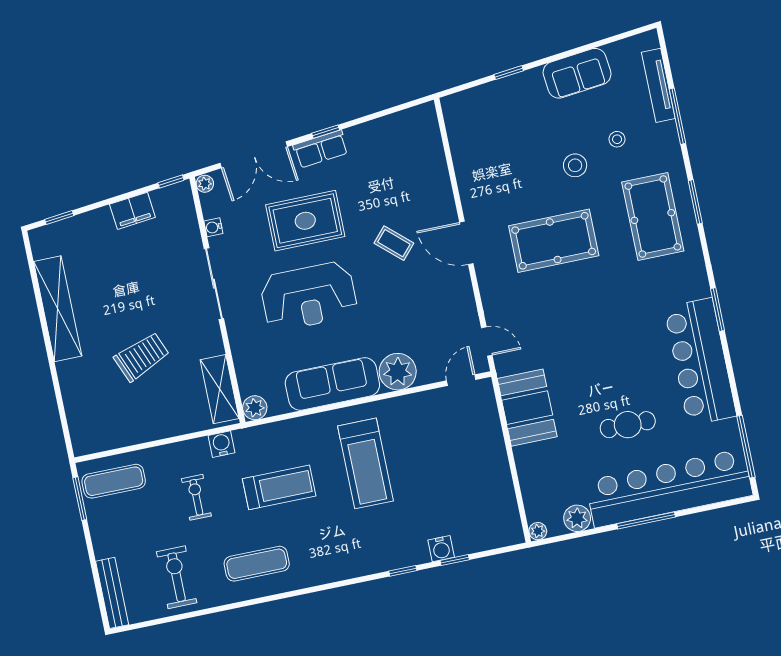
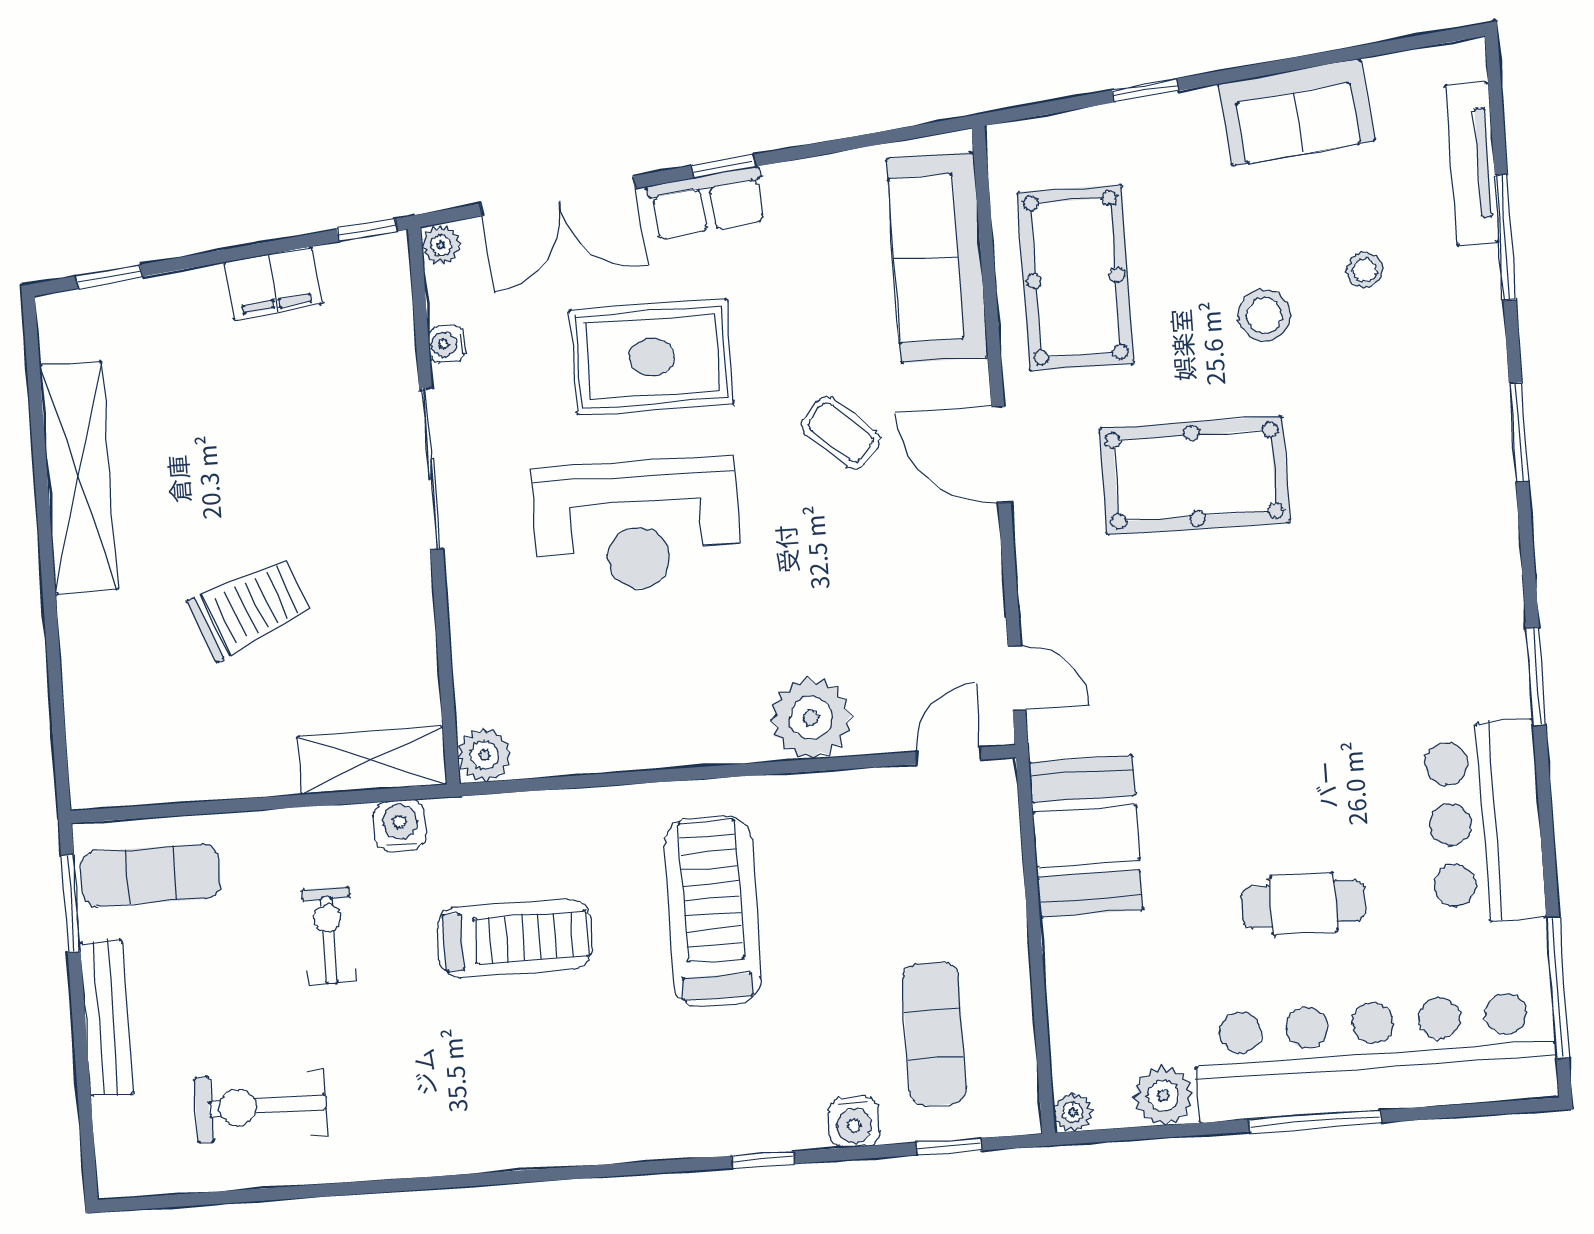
pool table: (653, 217) -> (1076, 278), moved
bar counter: (700, 362) -> (1485, 822), width x0.73
sofa: (332, 384) -> (937, 258), moved, turned -90
shelving: (220, 389) -> (372, 761), moved, turned 90
treadmill: (366, 463) -> (712, 911), turned 180
window: (455, 560) -> (949, 1147), moved
exercise mat: (257, 564) -> (934, 1034), moved, turned 90
exercise bike: (177, 577) -> (261, 1106), turned -90
bench: (112, 593) -> (107, 1018), moved

